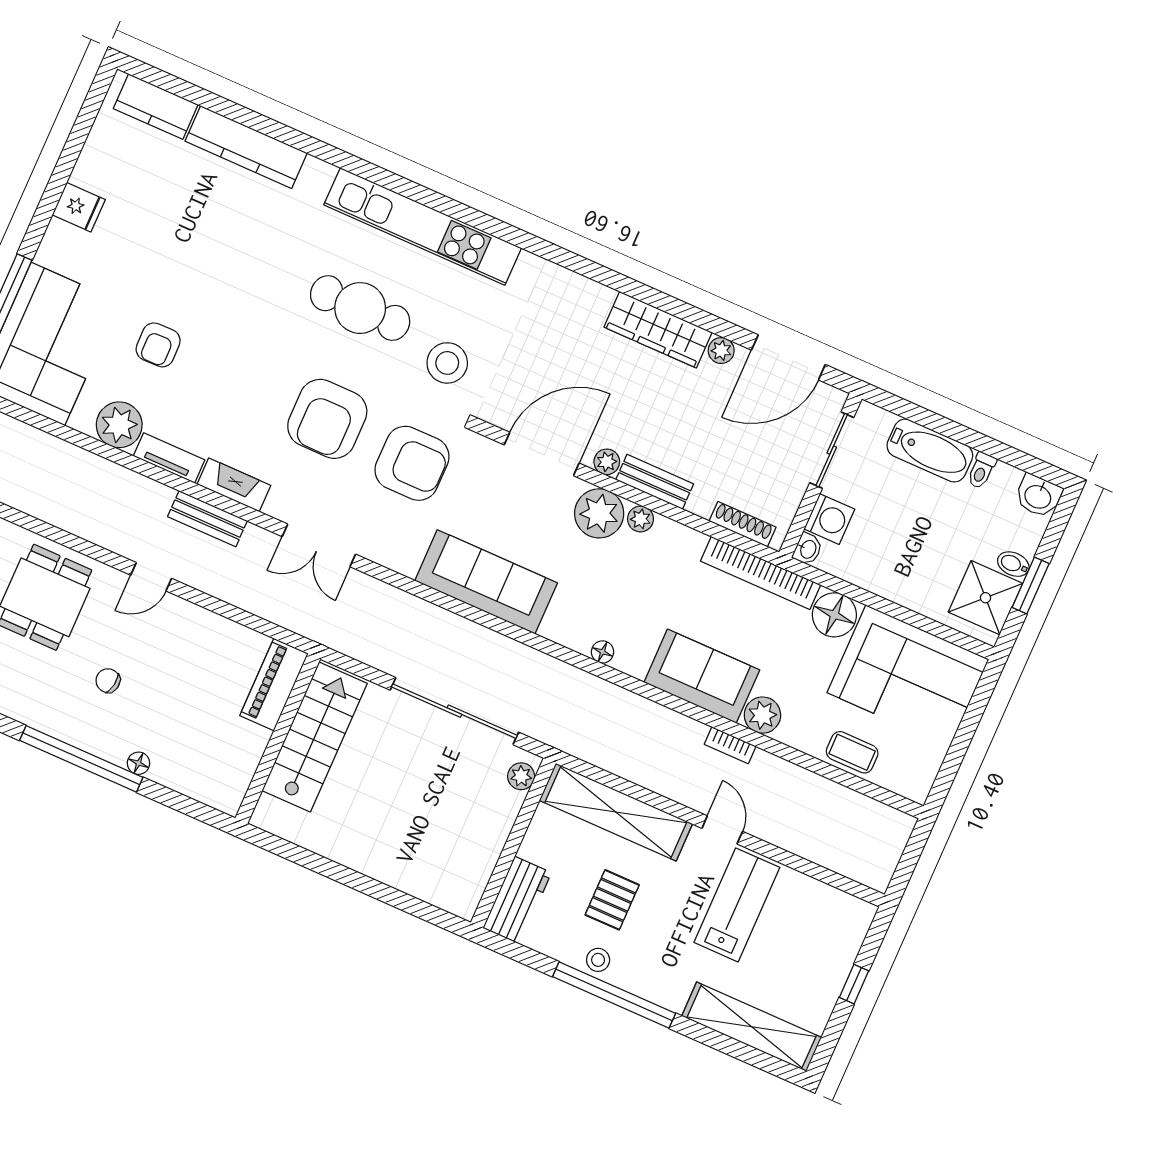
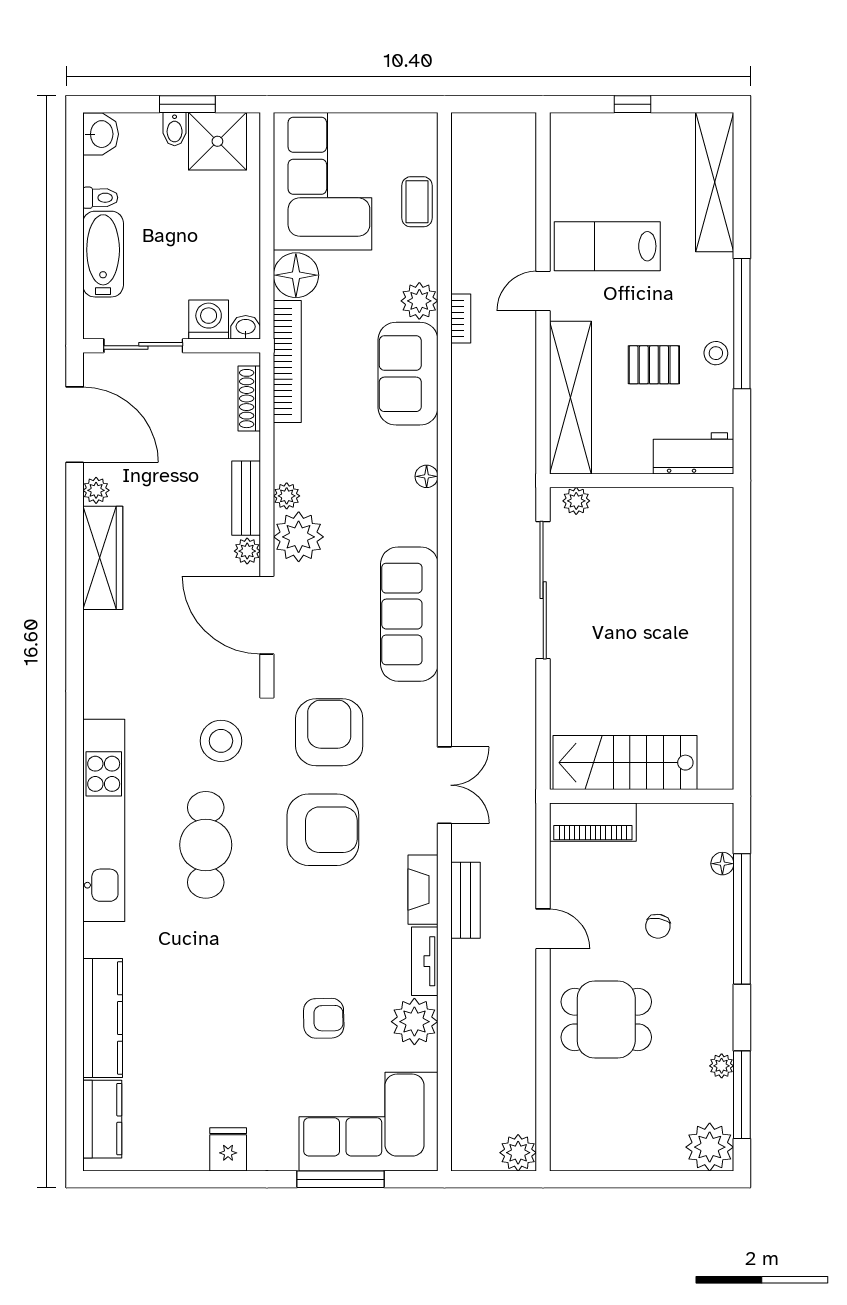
piano: (274, 685) -> (593, 822), moved
stairs: (315, 737) -> (625, 763), moved
wall: (278, 739) -> (642, 796), moved

